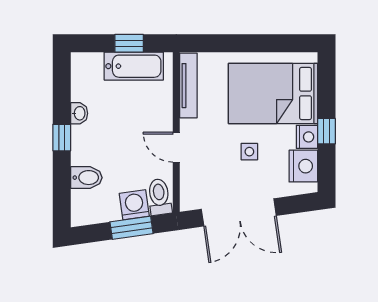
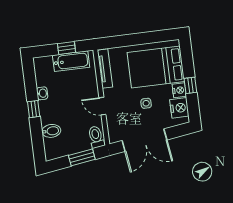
washing machine: (134, 205) -> (82, 144), removed

